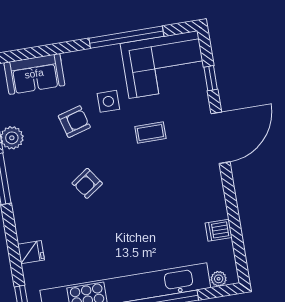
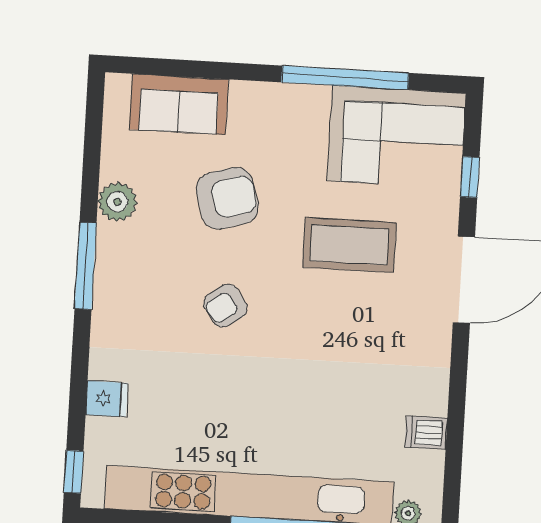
side table: (108, 101) -> (291, 177), removed
armchair: (74, 122) -> (227, 198), width x1.38, depth x1.38
coffee table: (150, 133) -> (349, 245), width x1.86, depth x1.72

